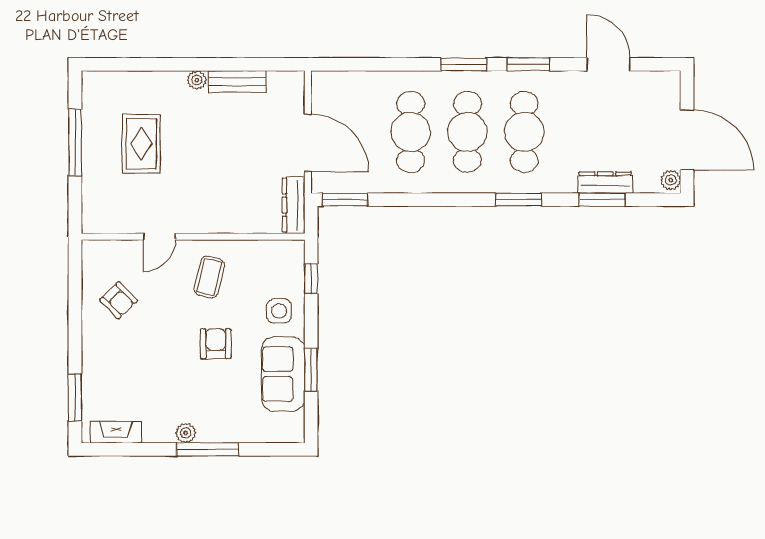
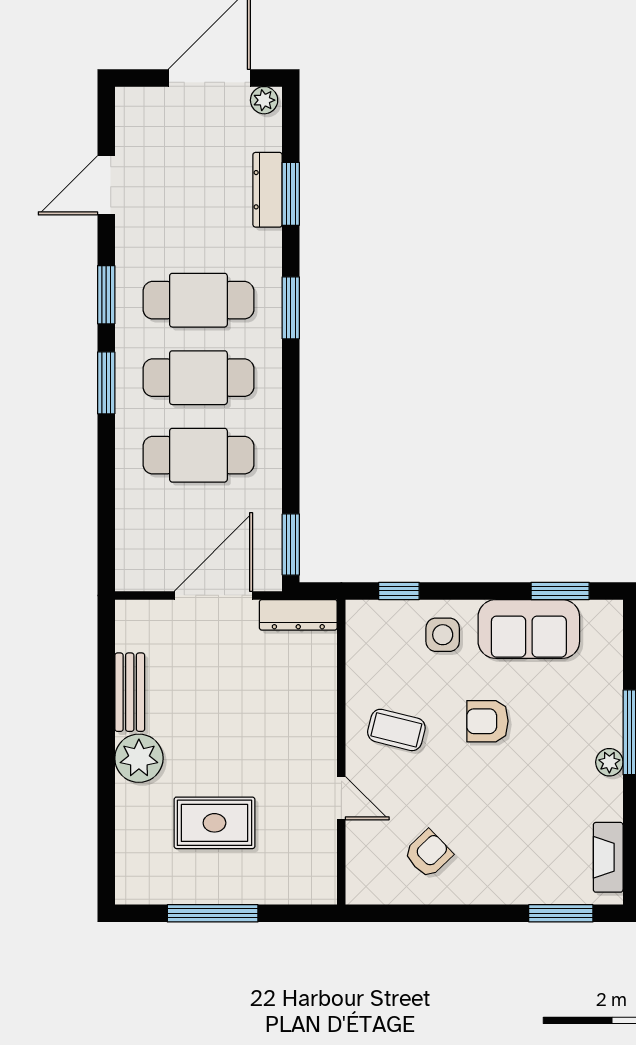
plant: (197, 80) -> (139, 758), width x1.88, depth x1.88
window: (311, 370) -> (560, 591), moved

